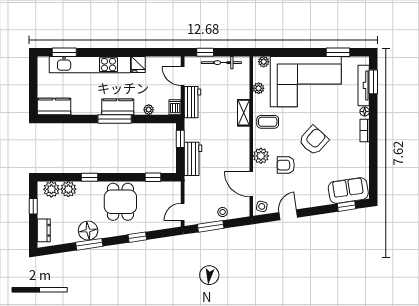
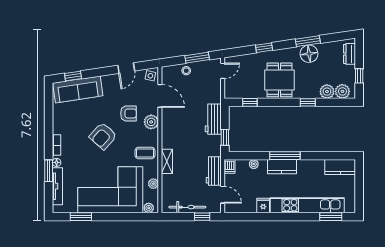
window: (373, 82) -> (49, 171), moved
sofa: (348, 190) -> (78, 89), width x1.36

